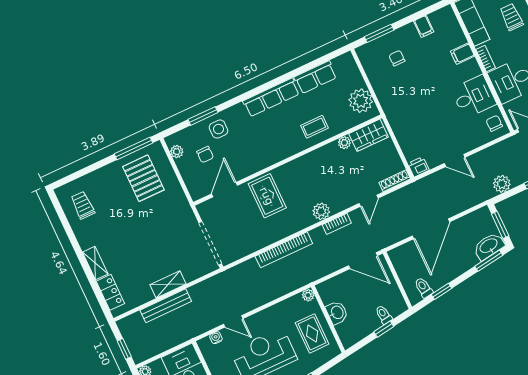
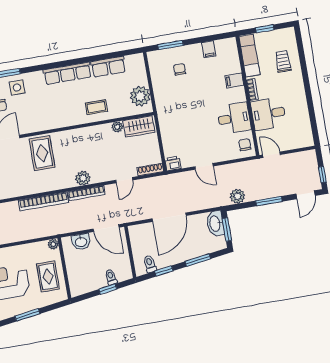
bookcase: (337, 224) -> (86, 193), width x1.56
washbasin: (489, 246) -> (215, 224), moved, turned -82
window: (489, 261) -> (198, 260), moved
washbasin: (337, 313) -> (81, 242), moved, turned 90

